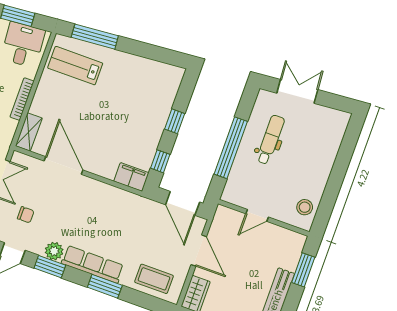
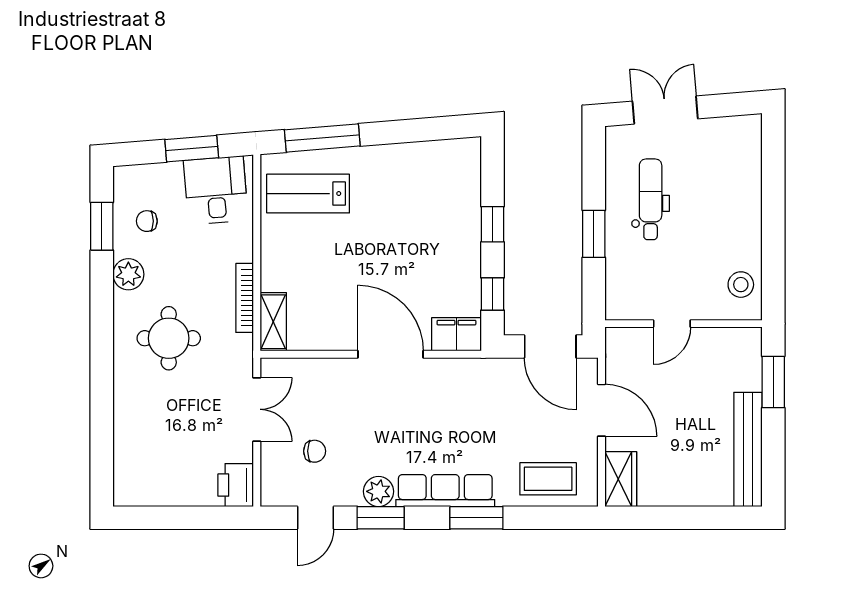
bookcase: (22, 99) -> (245, 298), moved
window: (231, 148) -> (594, 234), width x0.47
door: (63, 166) -> (391, 354), moved

